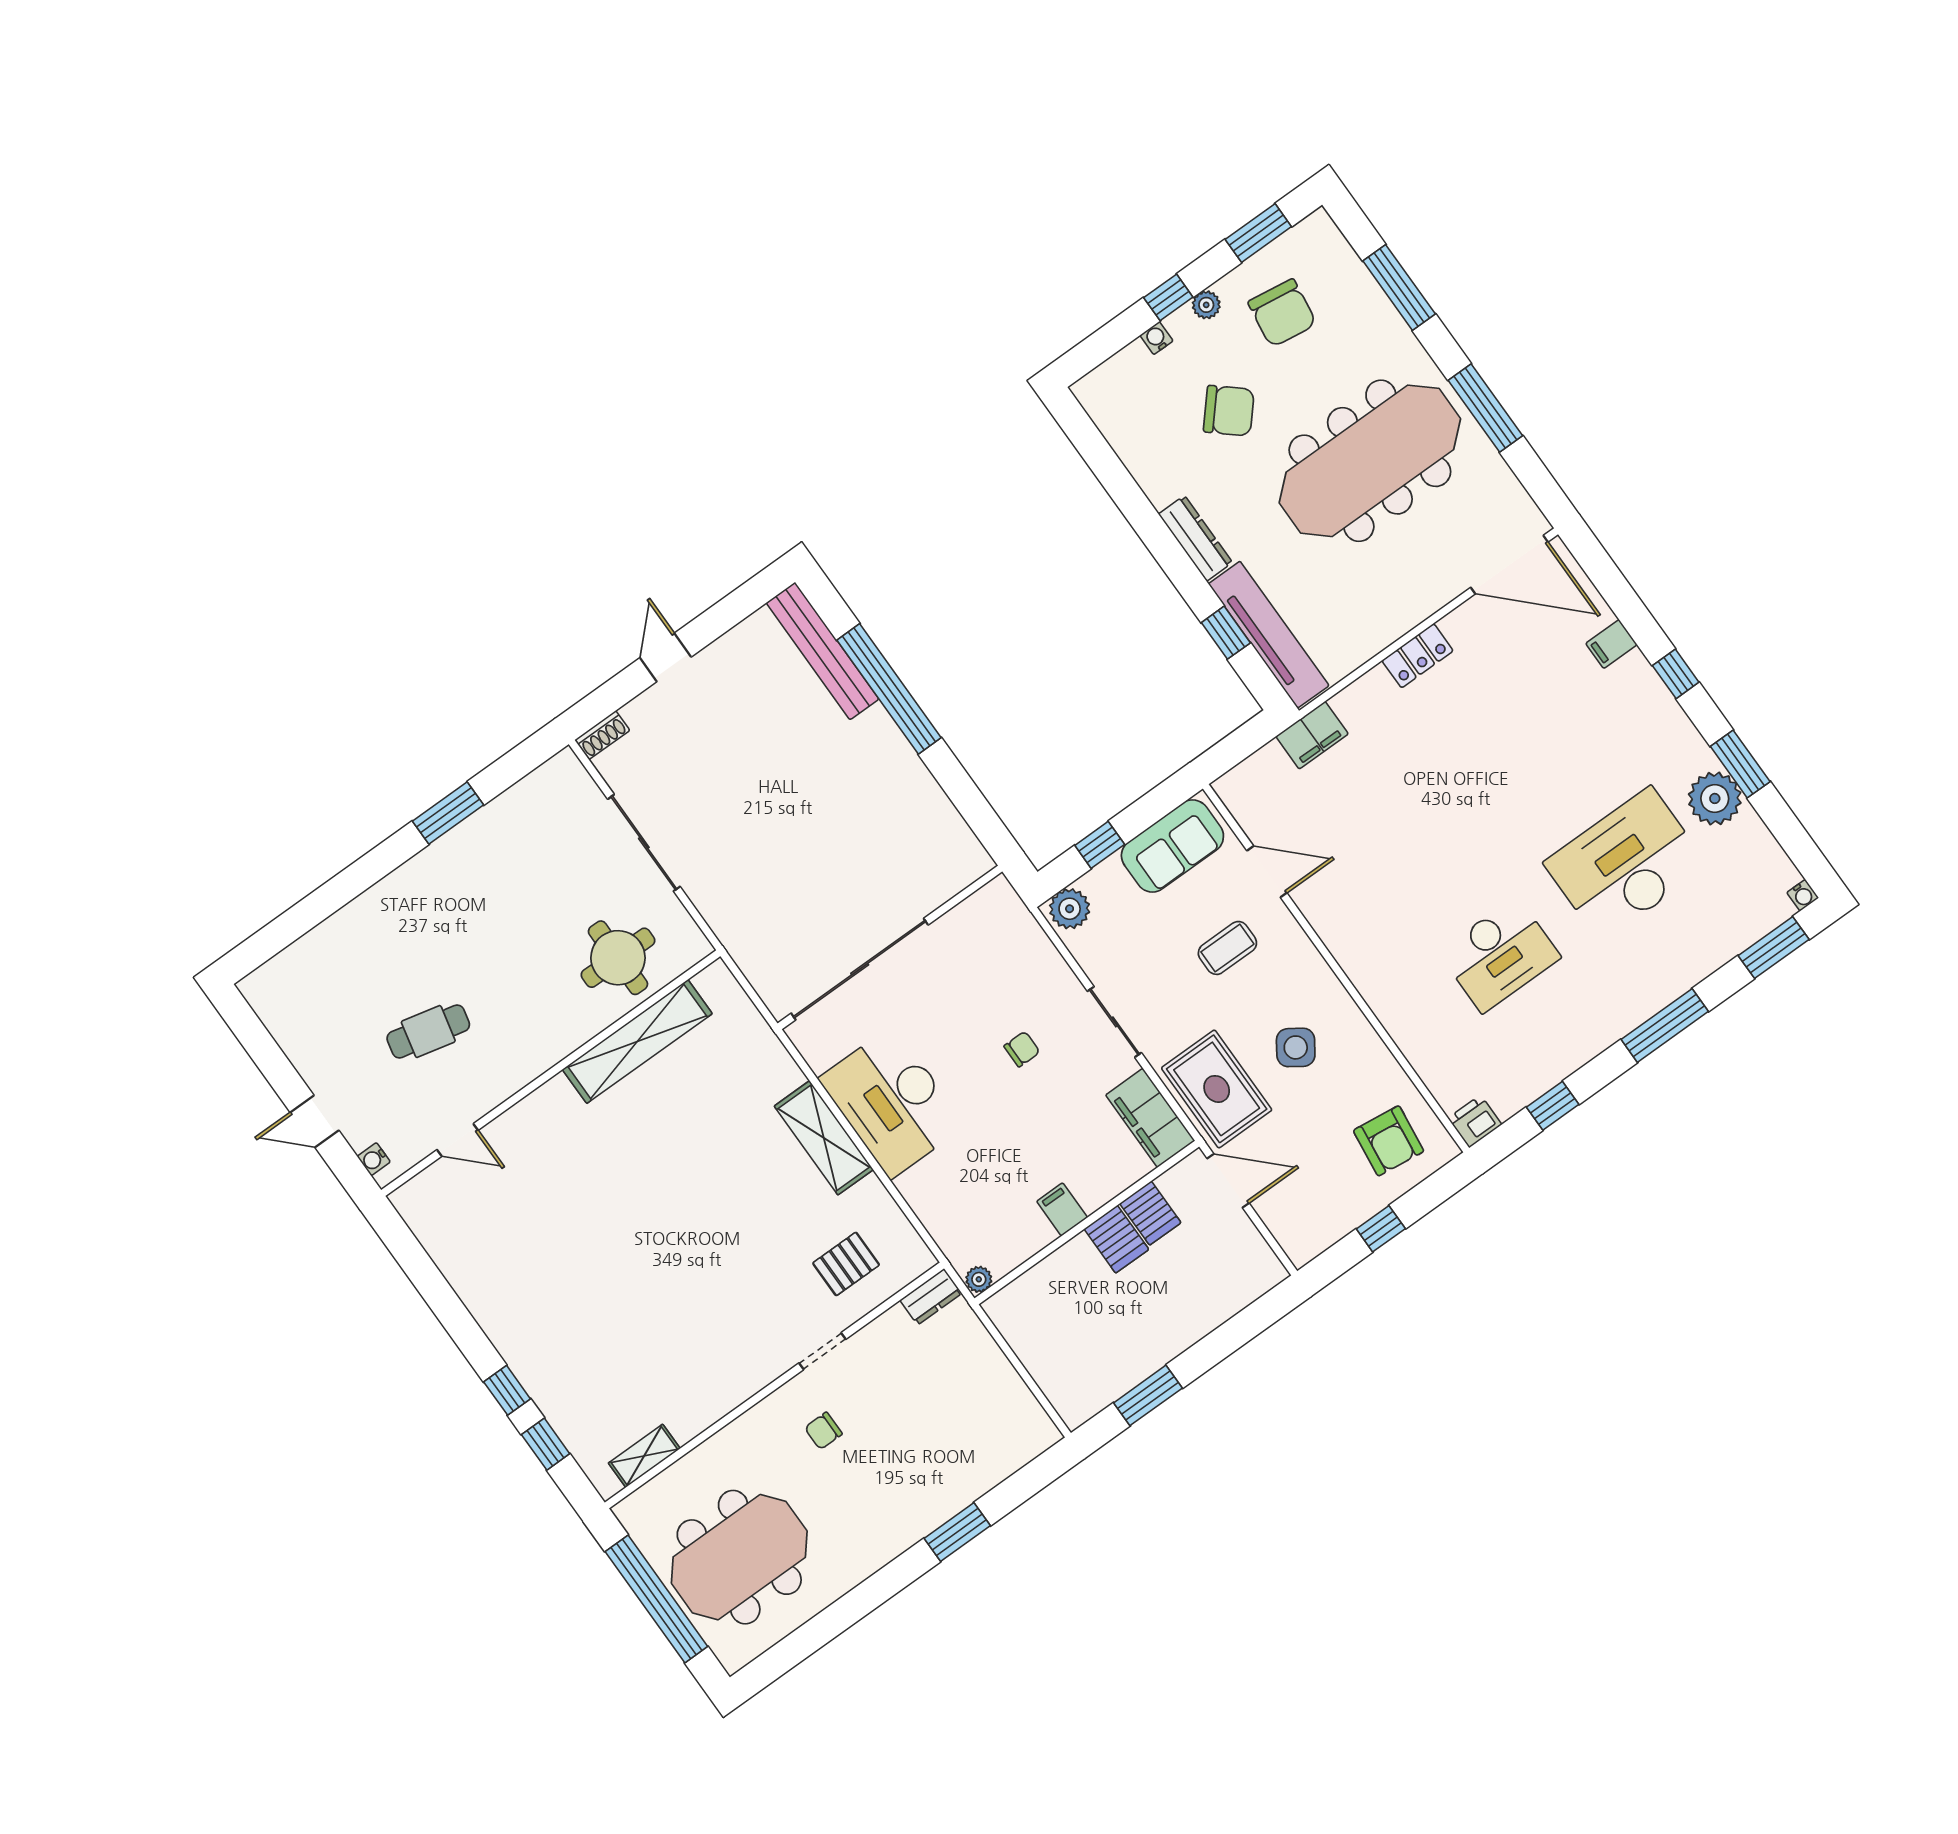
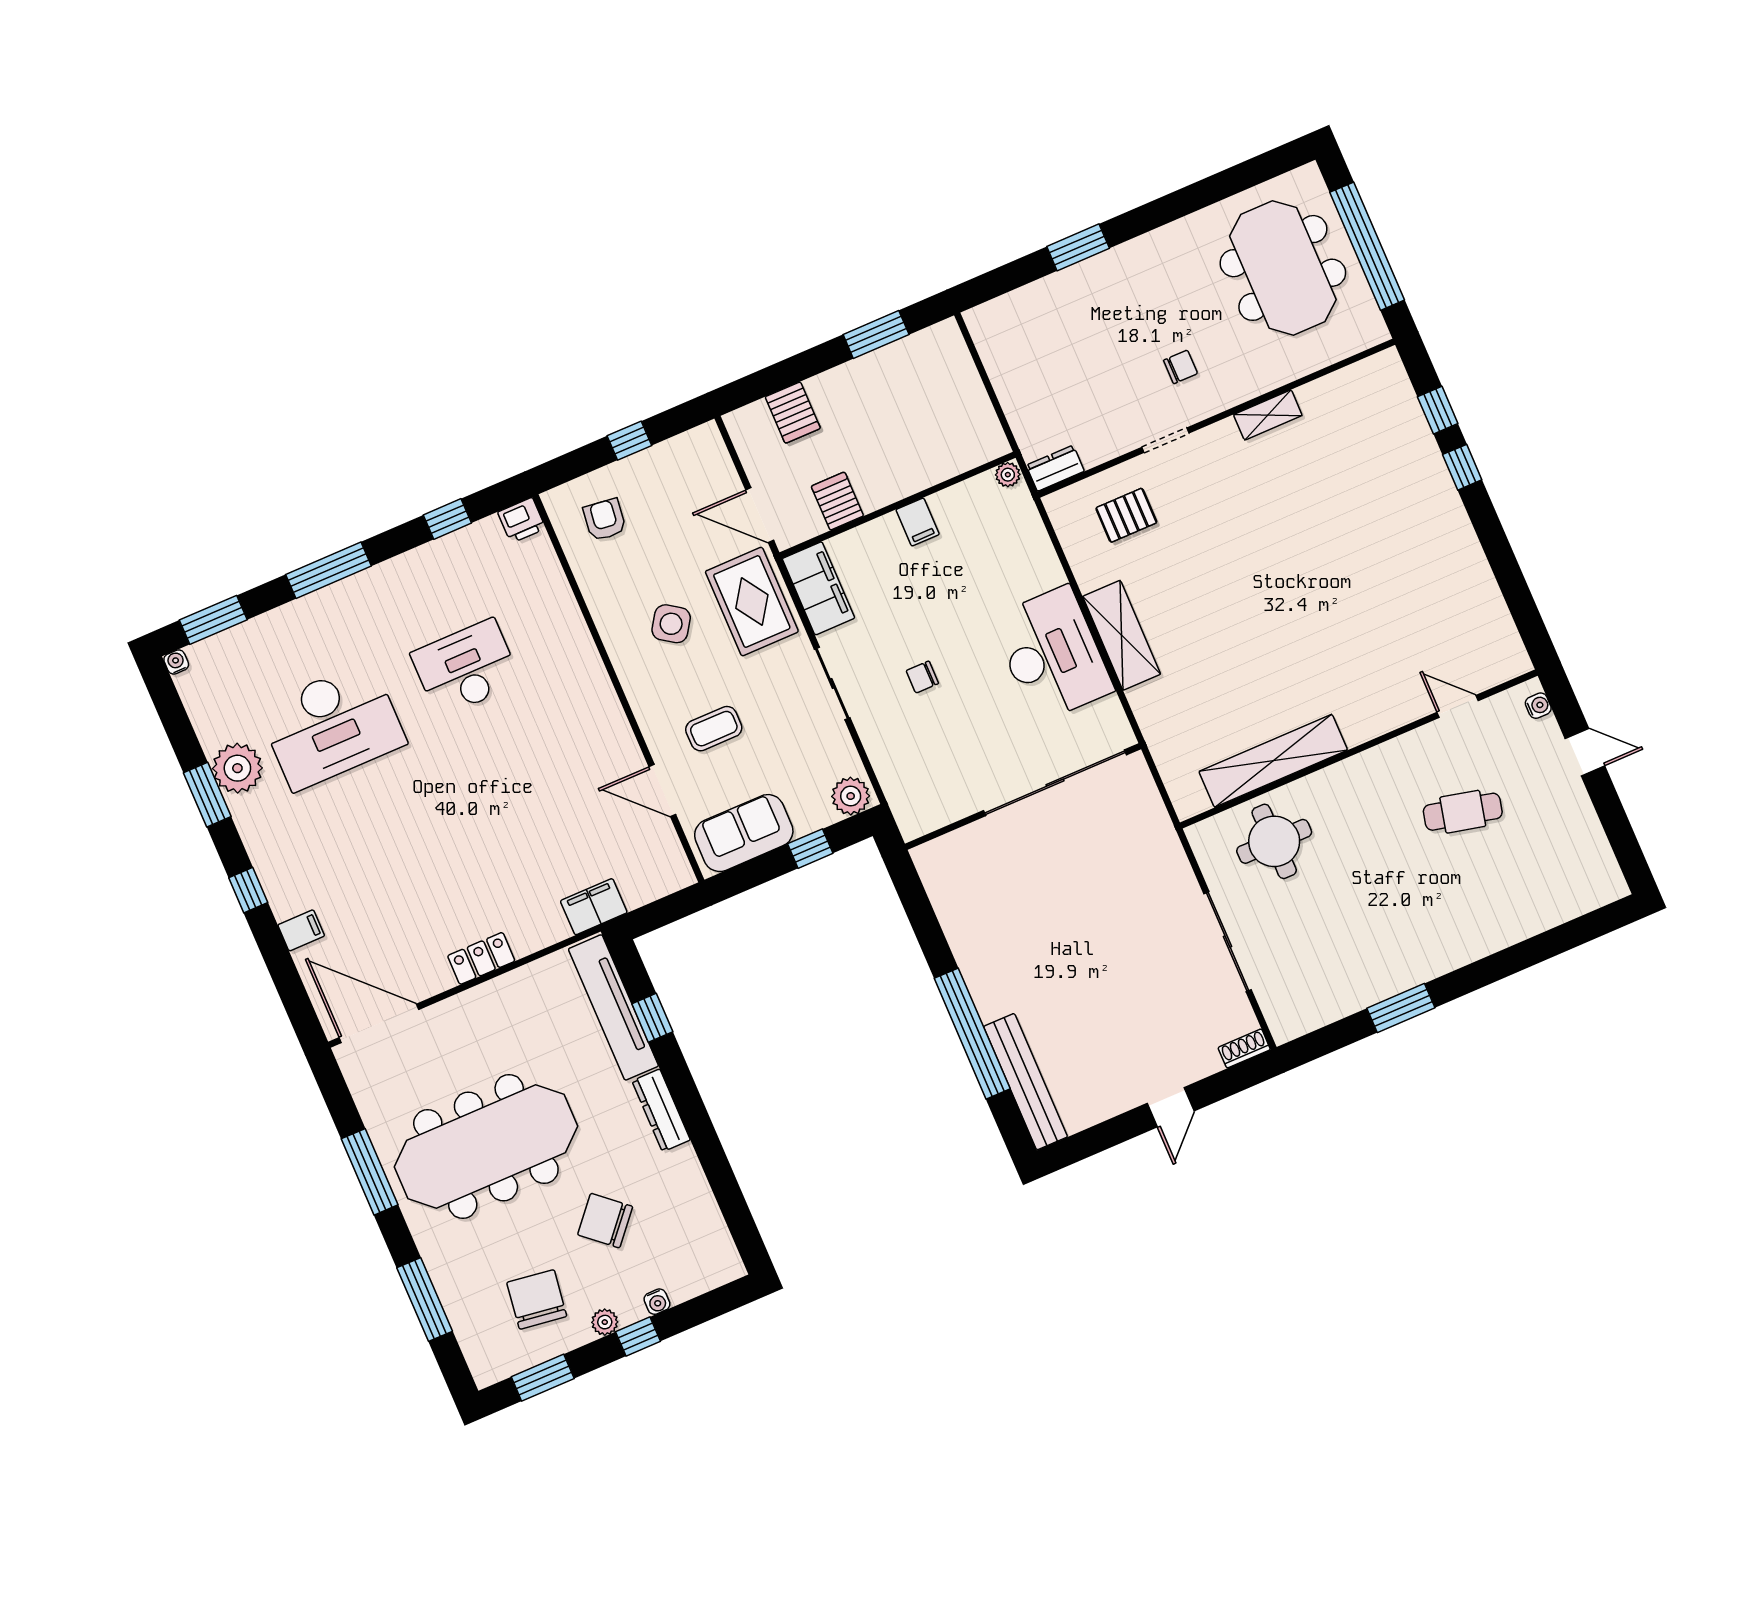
armchair: (1389, 1141) -> (605, 520), width x0.72, depth x0.72
server rack: (1116, 1239) -> (793, 413), moved, turned 180
shelving: (644, 1456) -> (1268, 415), moved
meeting table: (739, 1557) -> (1283, 268), turned 90

